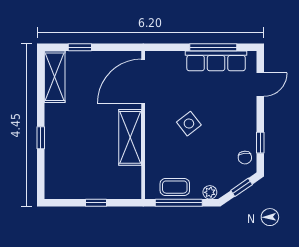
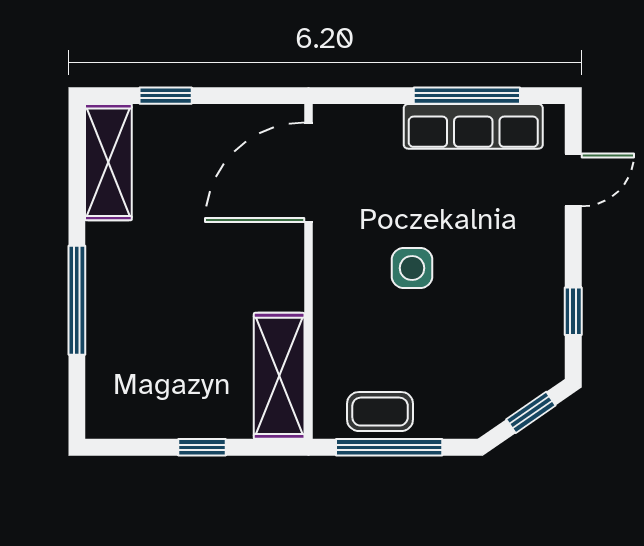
side table: (189, 124) -> (412, 268), turned 38
shelving: (130, 137) -> (279, 376), moved
window: (41, 138) -> (77, 300), width x2.17
chair: (245, 158) -> (538, 345), removed
plant: (210, 192) -> (459, 423), removed

